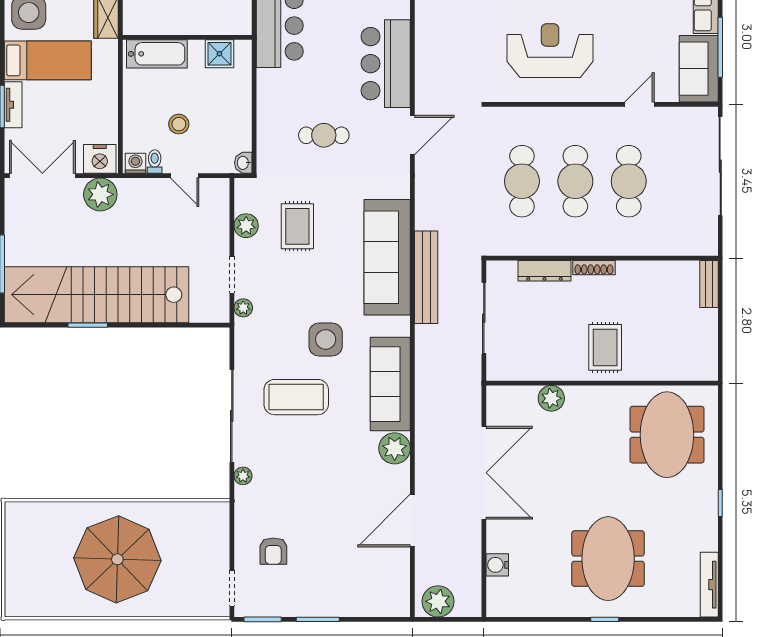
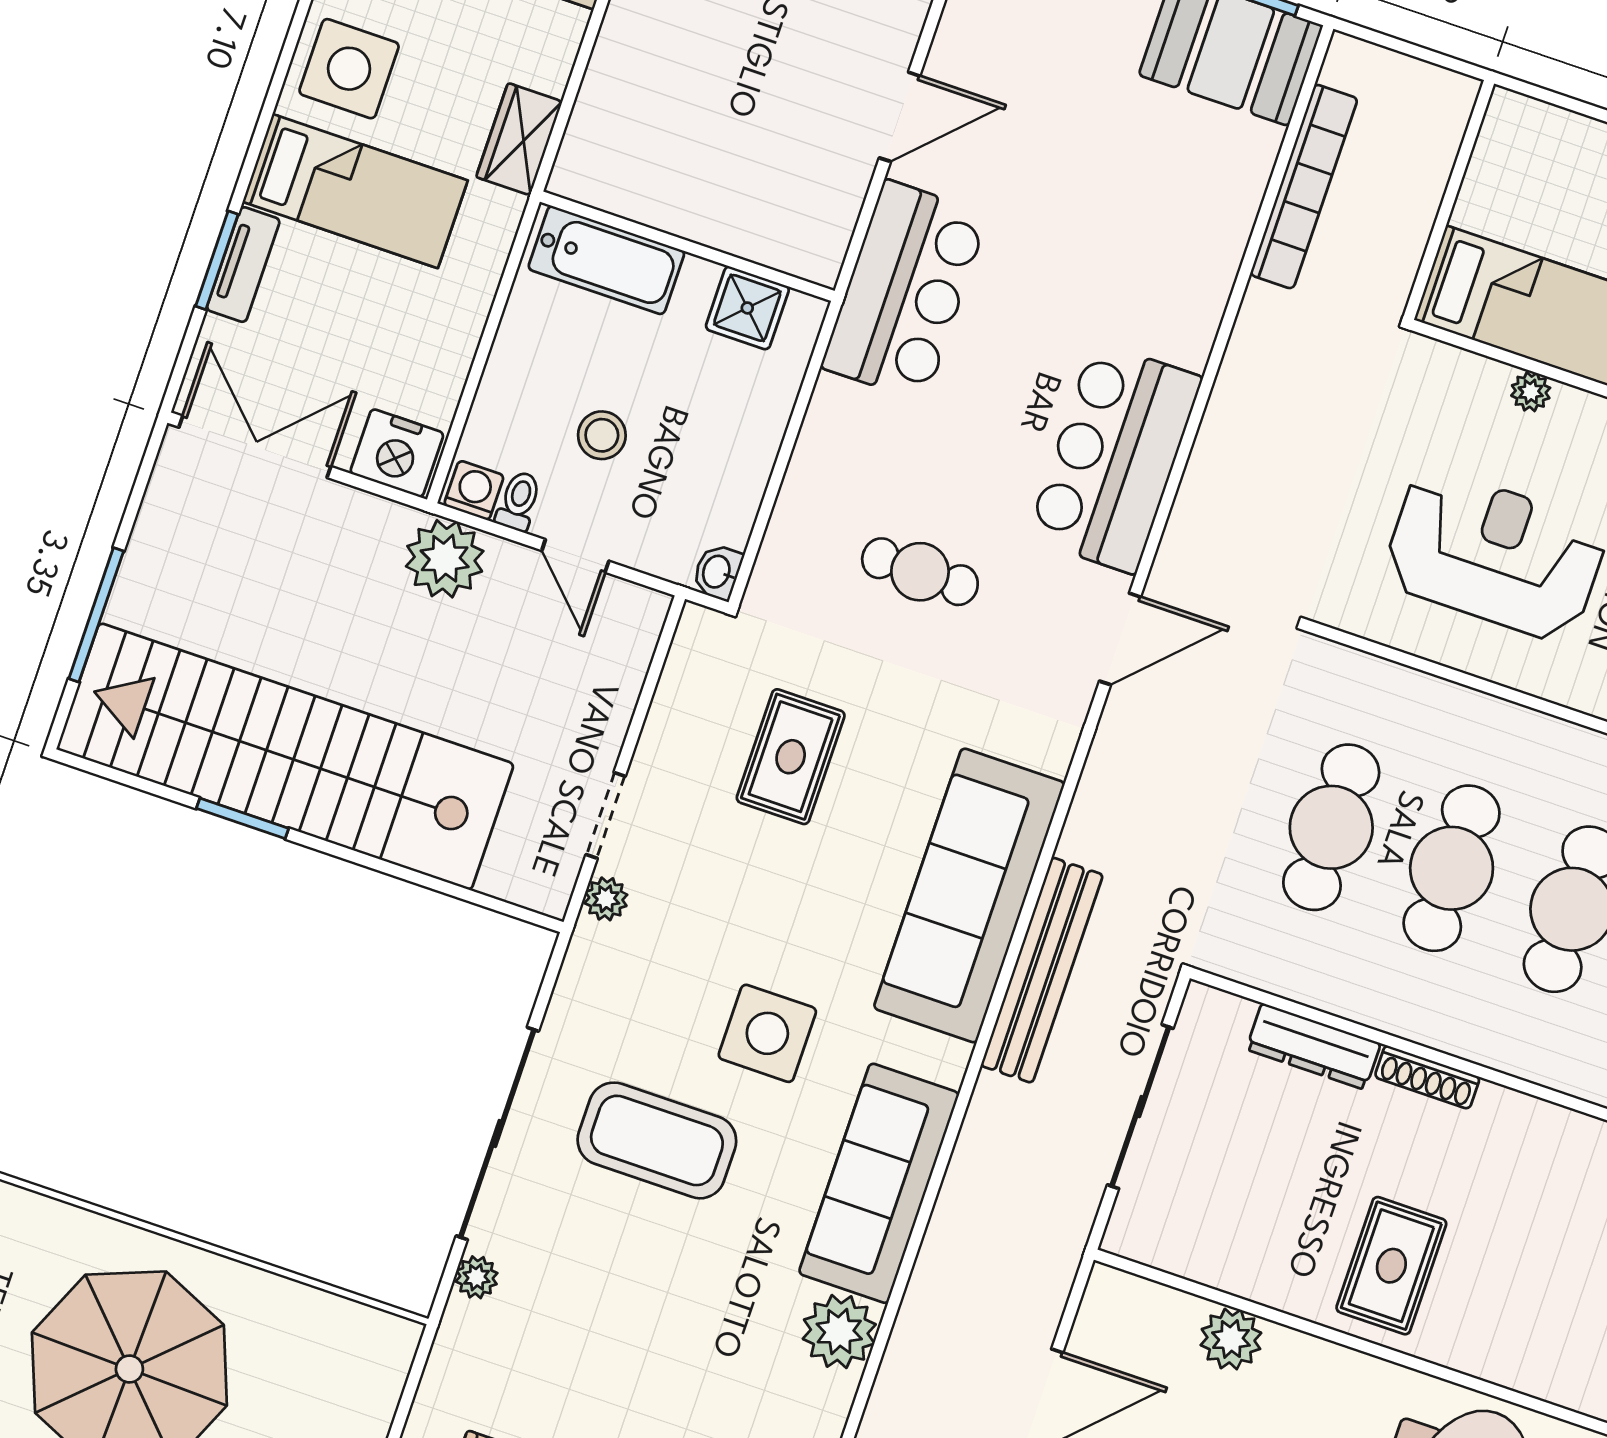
plant: (100, 194) -> (445, 559), moved
plant: (246, 226) -> (675, 716), removed

